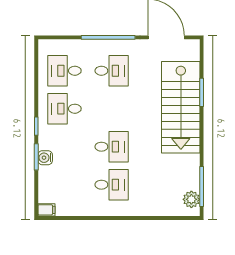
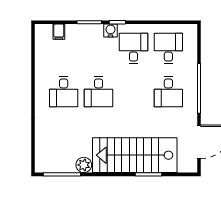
water cooler: (45, 158) -> (111, 31), moved
plant: (191, 199) -> (84, 165), moved
filing cabinet: (46, 210) -> (59, 32), moved

